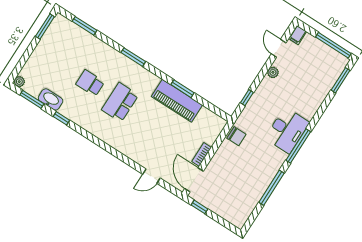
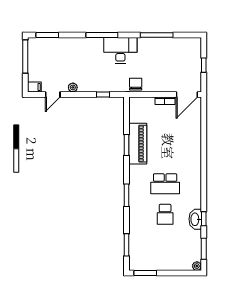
washbasin: (51, 99) -> (195, 219), moved
desk: (287, 130) -> (120, 50), moved
window: (298, 146) -> (102, 35), moved
door: (151, 176) -> (204, 127), removed
window: (200, 207) -> (204, 65), moved

